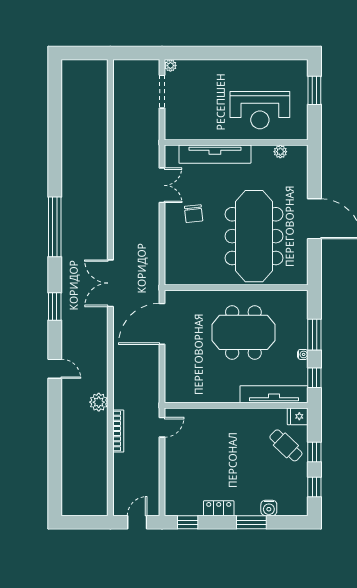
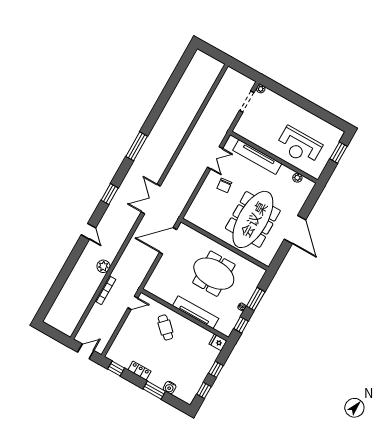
window: (55, 227) -> (137, 146), width x0.68
tv unit: (274, 394) -> (196, 312), moved
cafe table: (286, 445) -> (165, 327), moved

